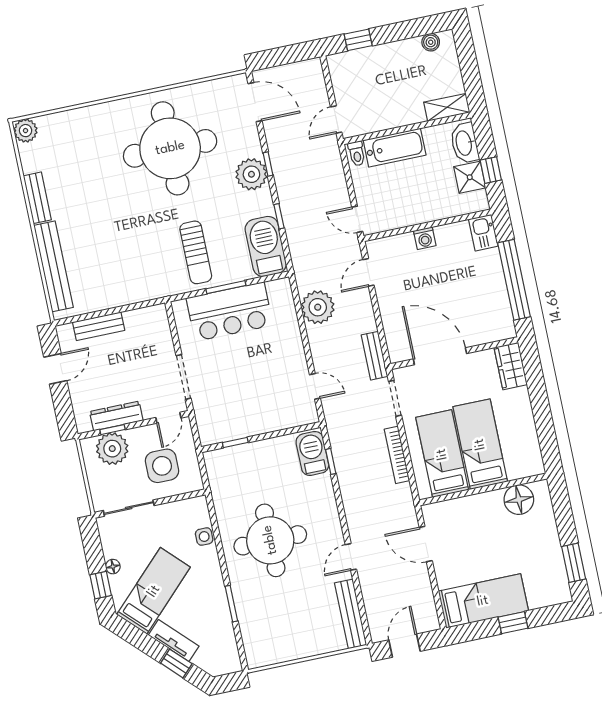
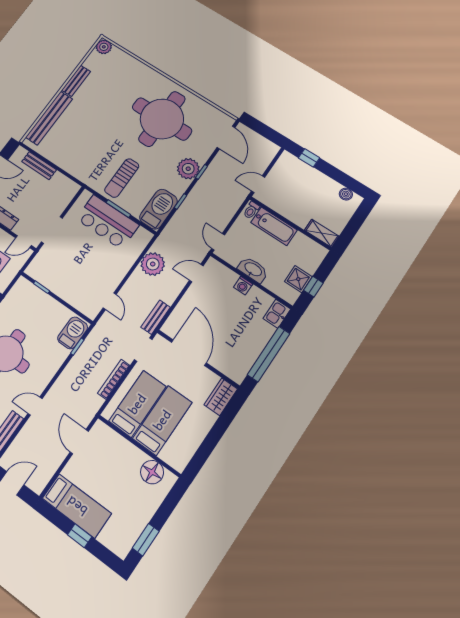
washbasin: (464, 143) -> (253, 270), moved, turned 90

